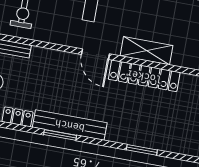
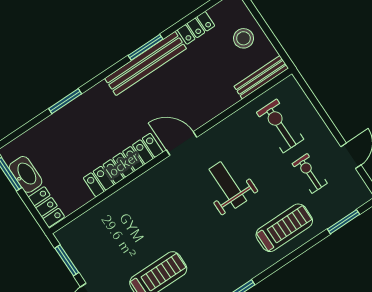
shelving: (146, 51) -> (142, 188), removed

